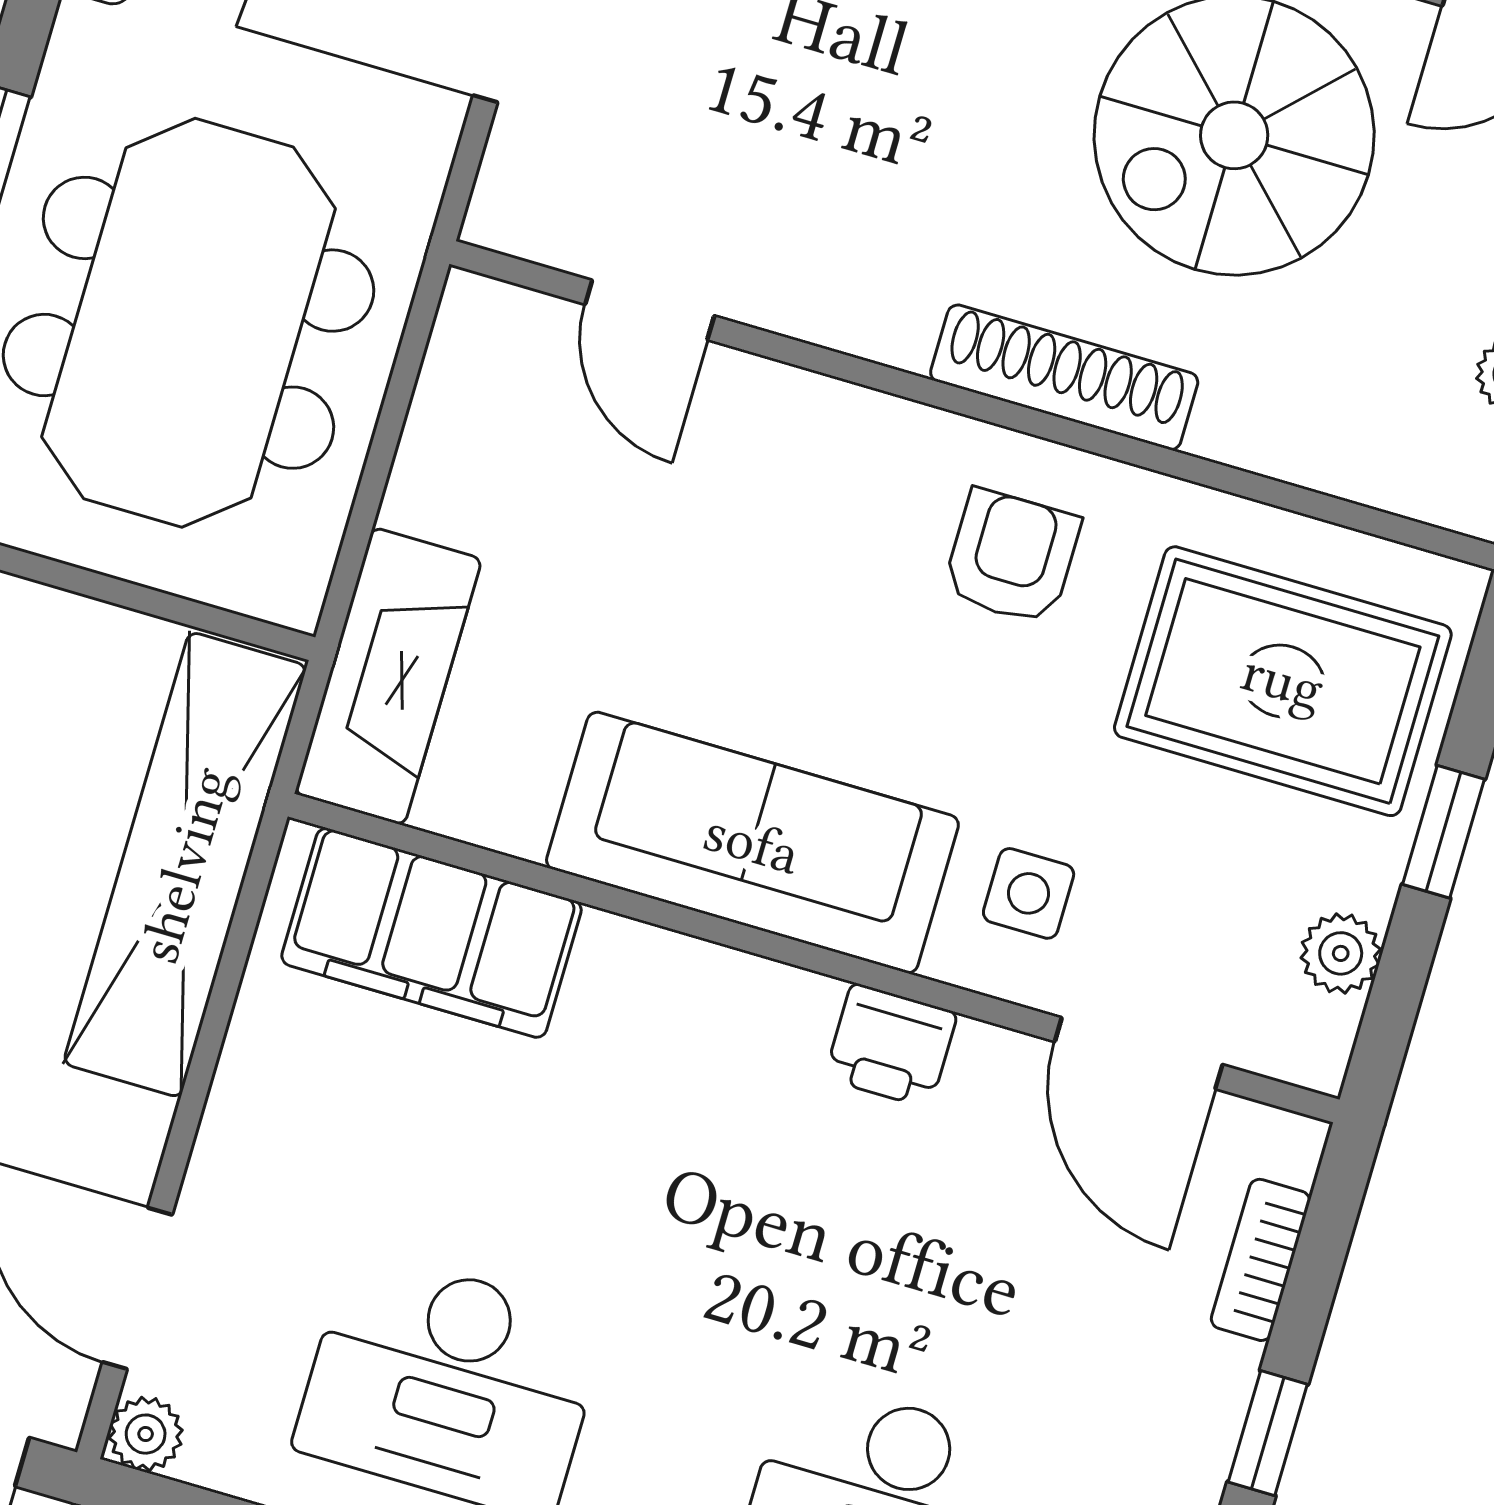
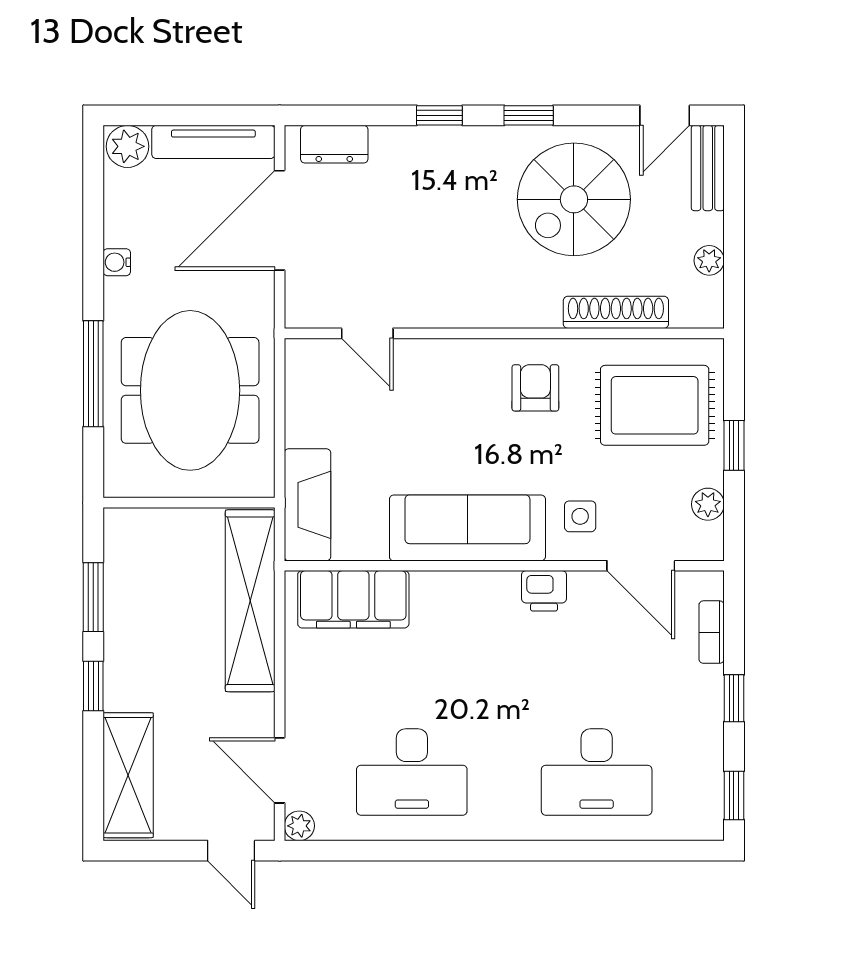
shoe rack: (1064, 377) -> (616, 312), moved

